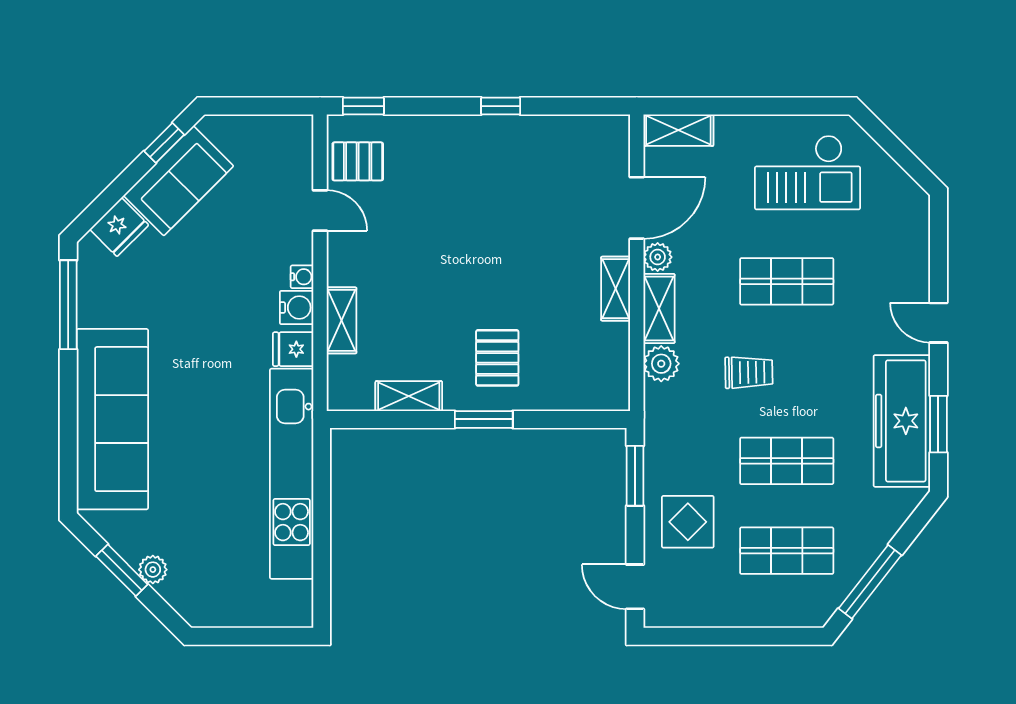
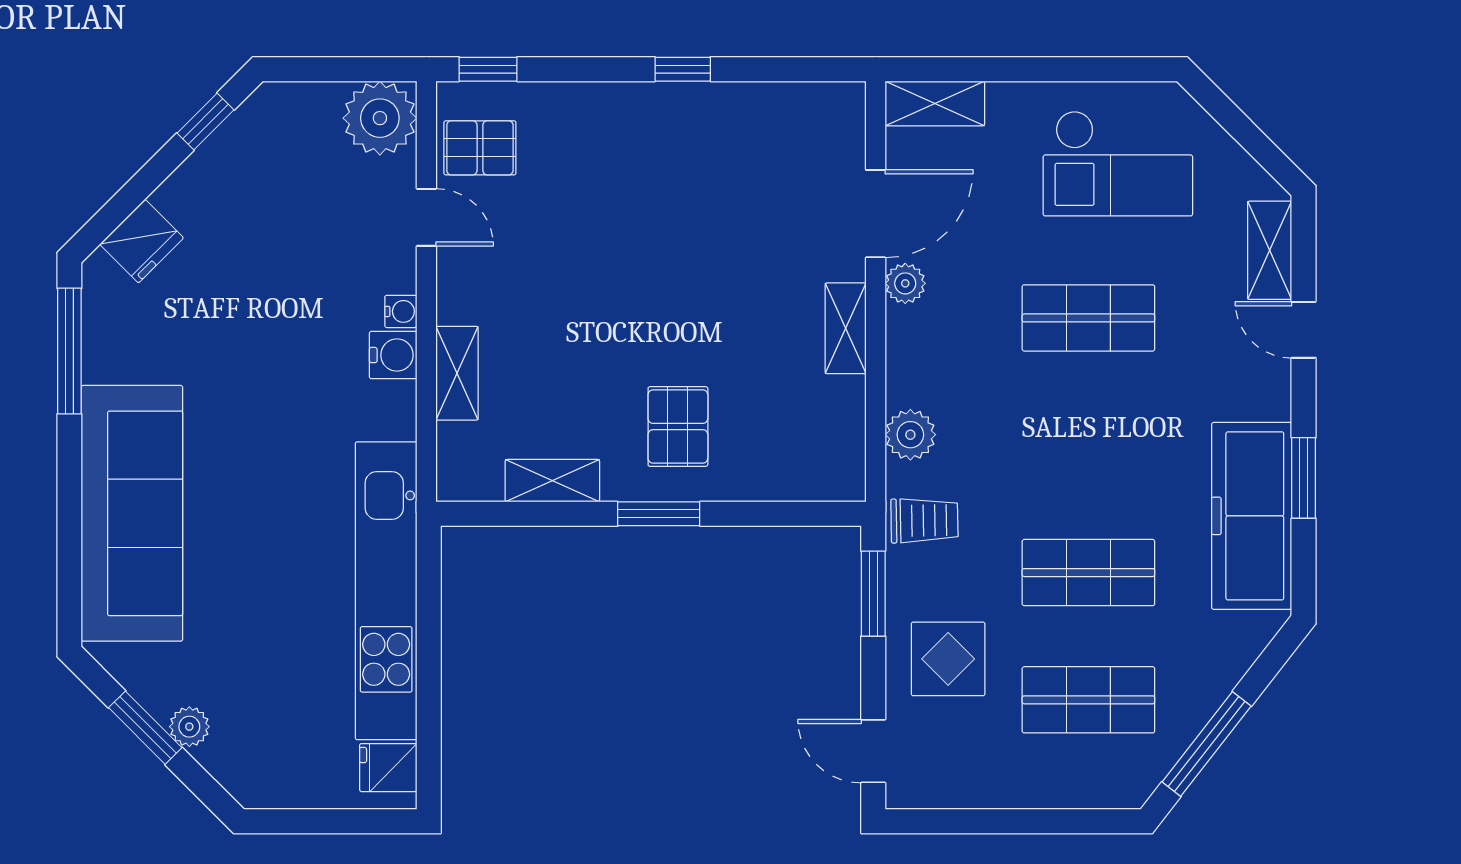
plant: (287, 140) -> (380, 118), added
sofa: (179, 181) -> (226, 175), removed
shelving: (659, 309) -> (1270, 250), moved
door: (938, 323) -> (1304, 330), moved
fridge: (293, 349) -> (388, 768), moved
trolley: (749, 372) -> (924, 521), moved
window: (938, 424) -> (1304, 478), moved

